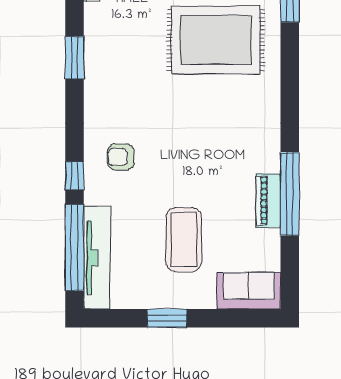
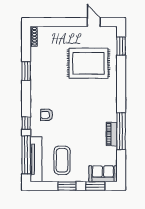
coffee table: (184, 240) -> (62, 160), moved
window: (231, 318) -> (95, 186), added

